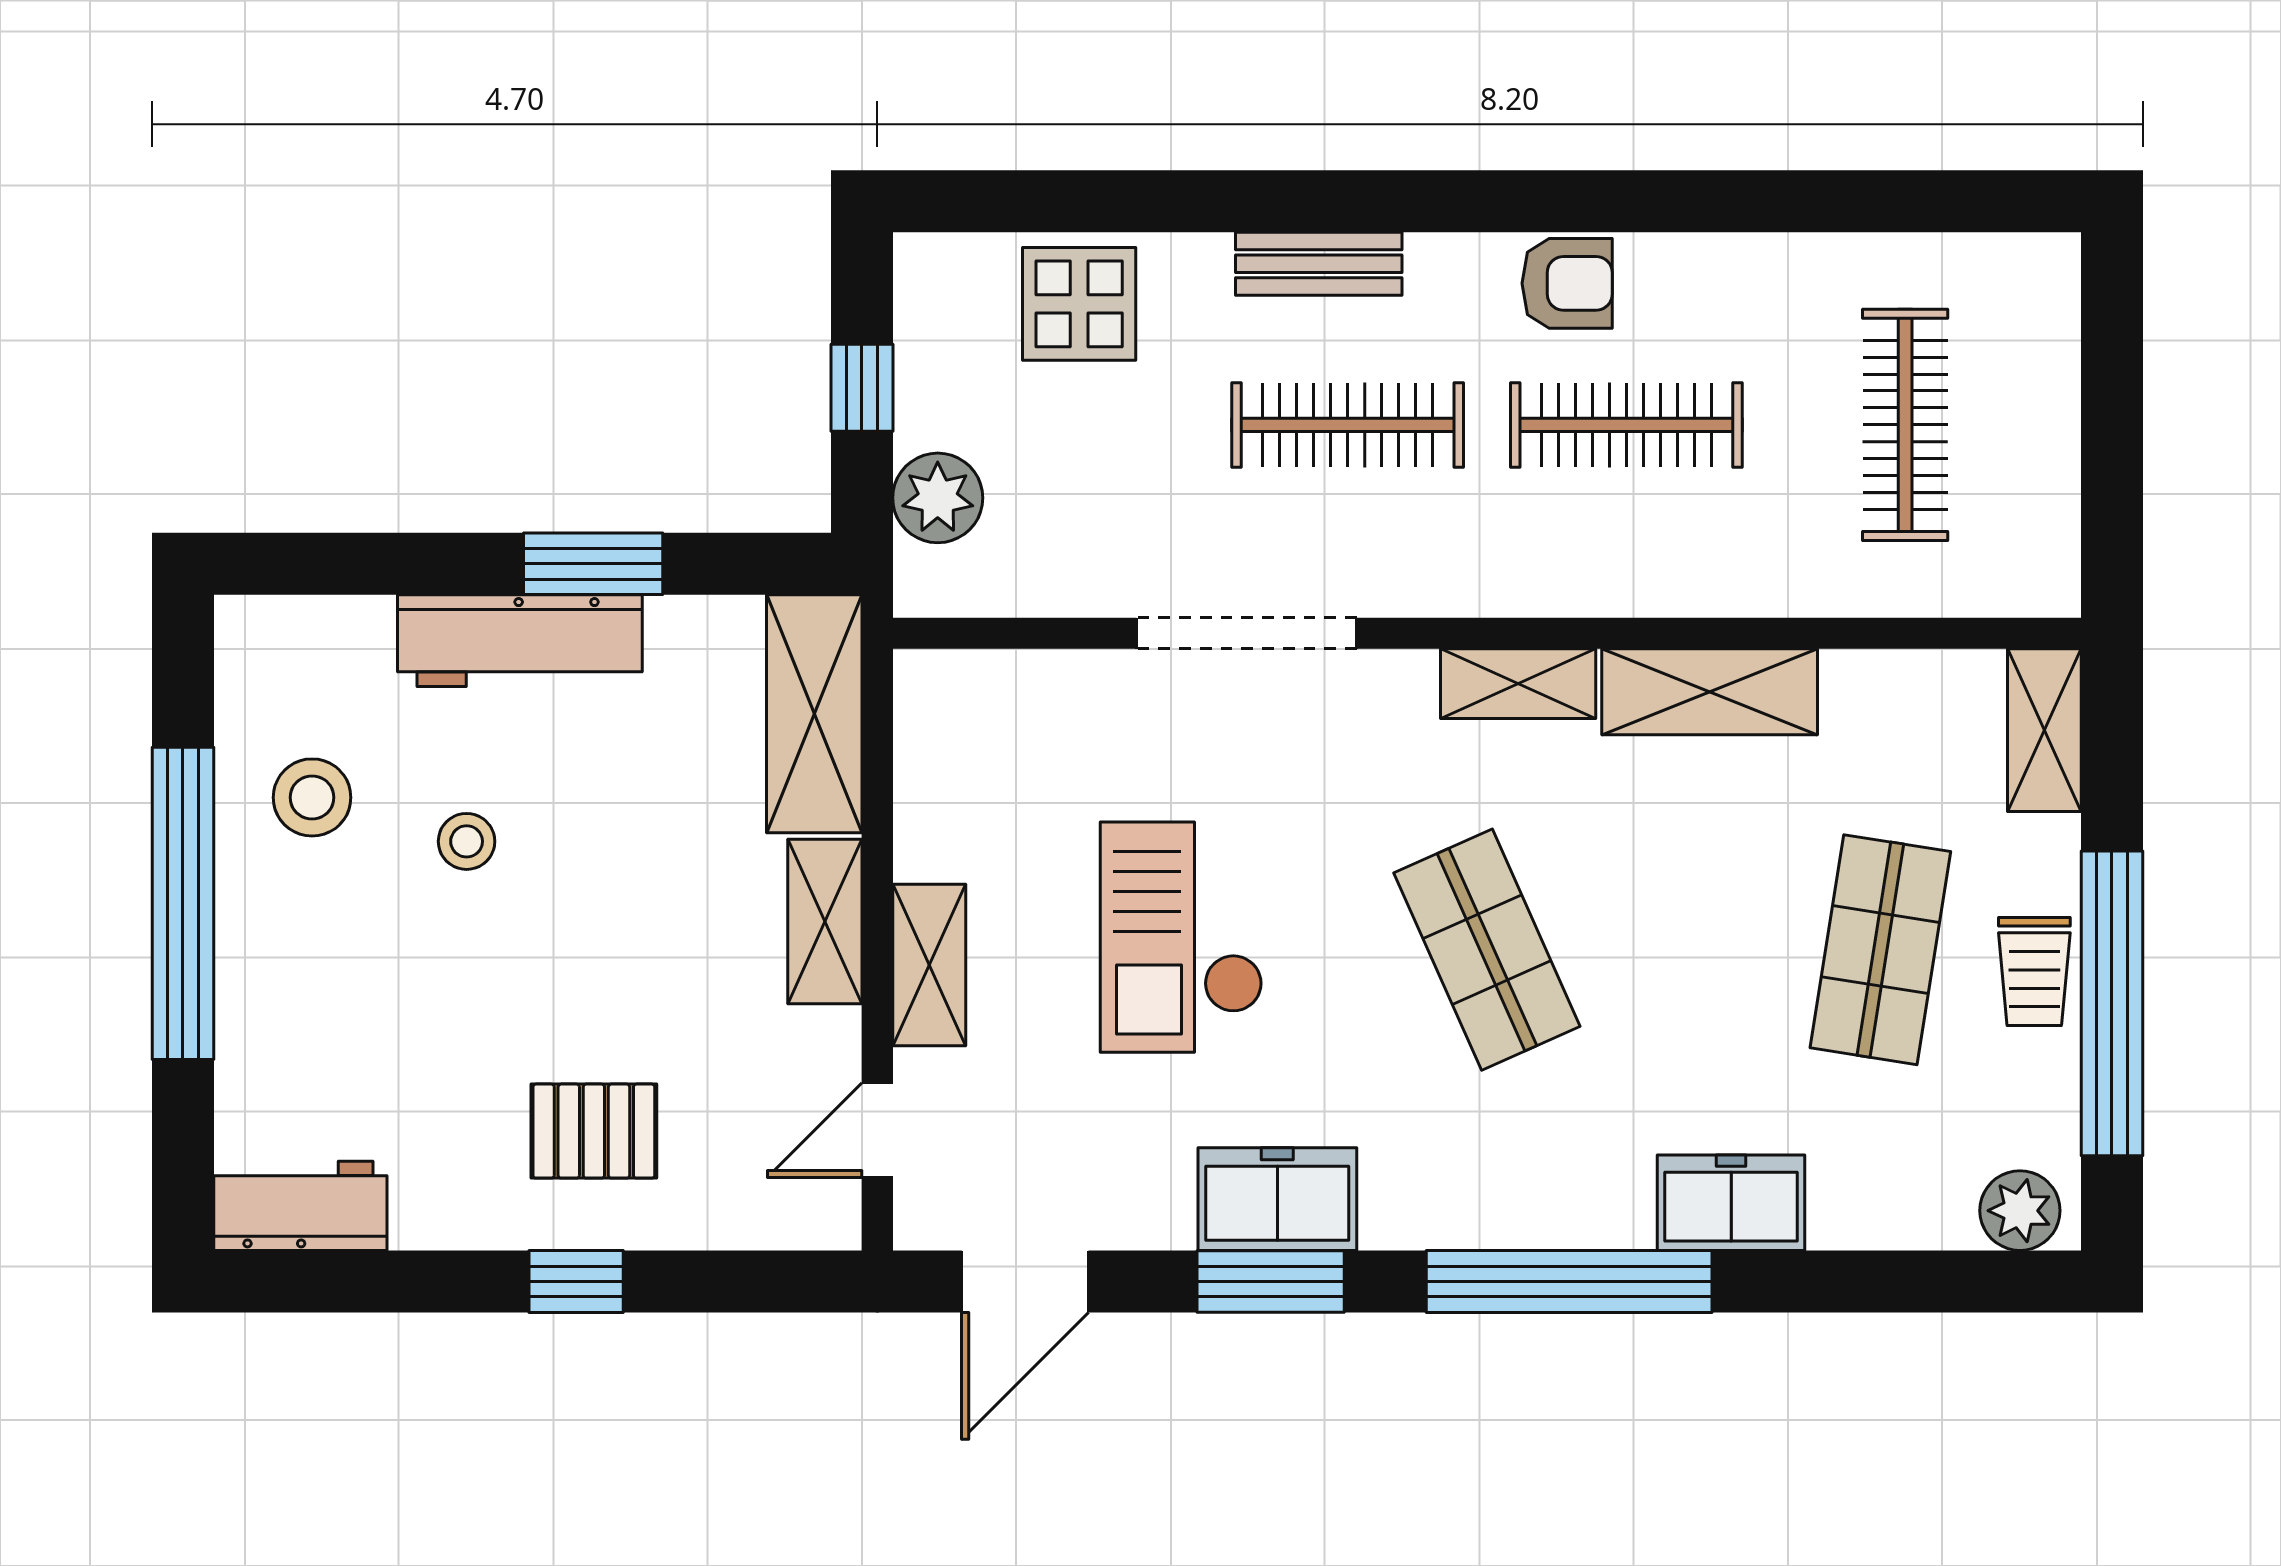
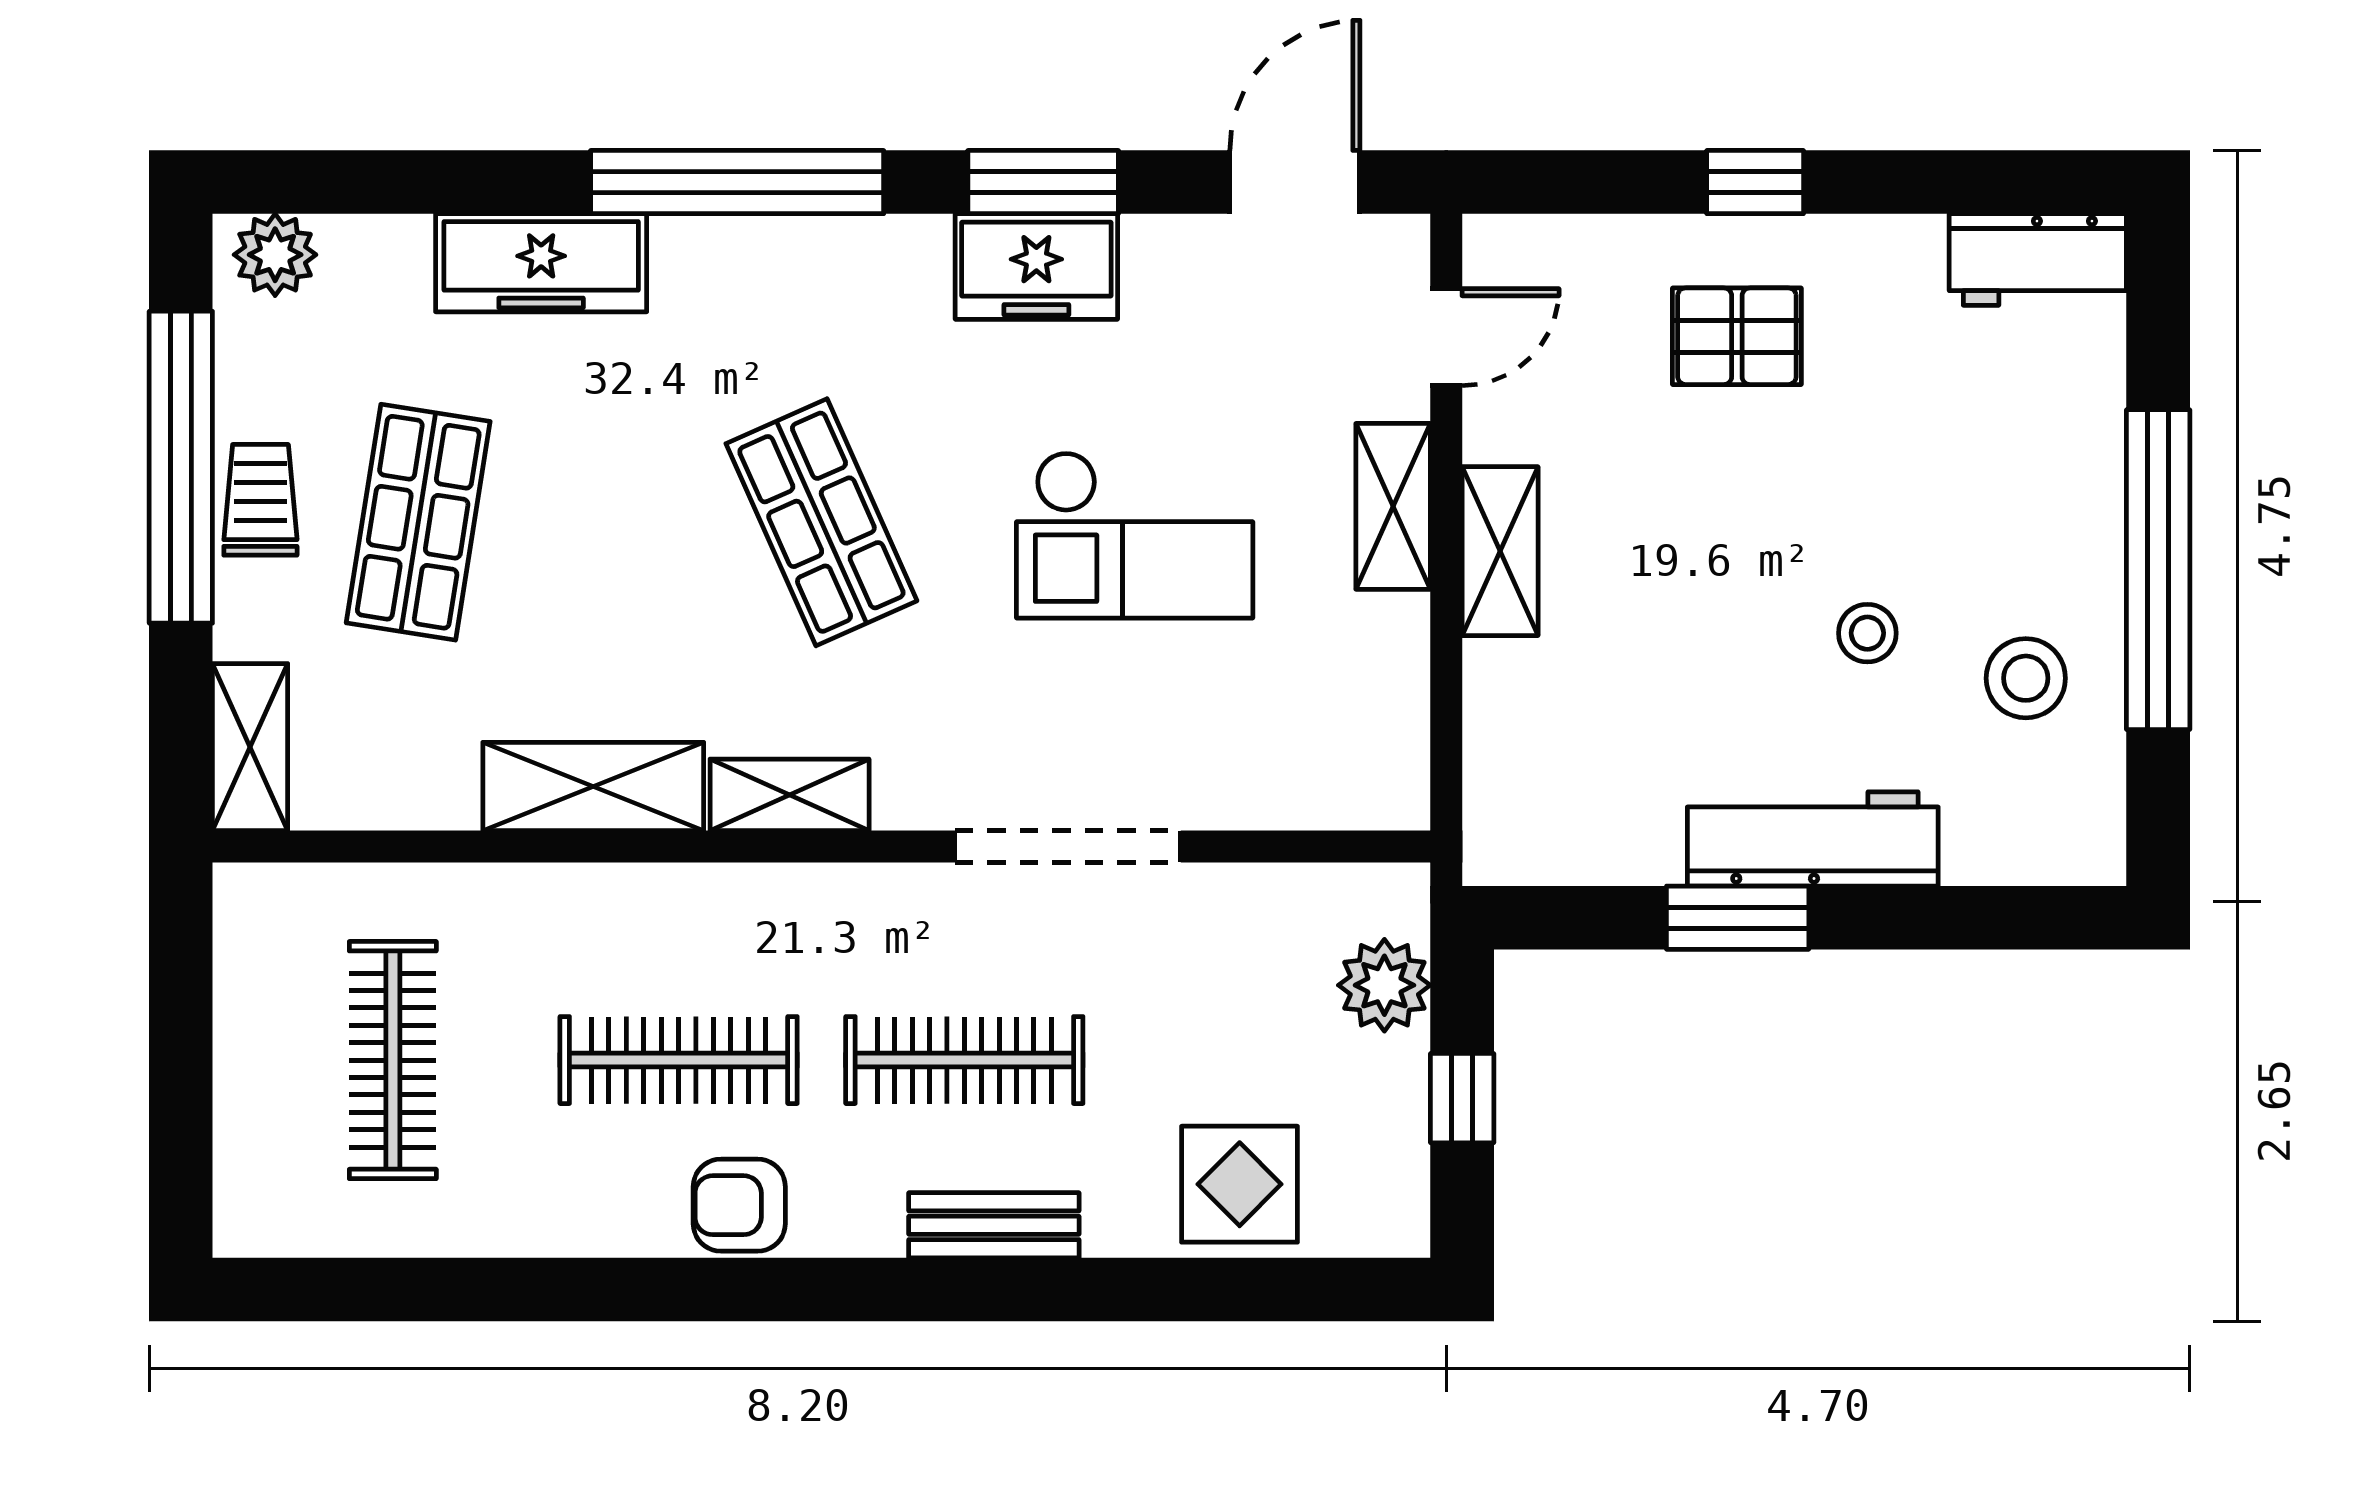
shelving: (814, 714) -> (1511, 764), removed
checkout: (1181, 937) -> (1135, 535), turned 90
freezer: (1731, 1203) -> (541, 263), width x1.40

